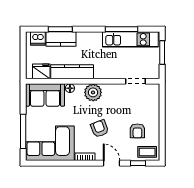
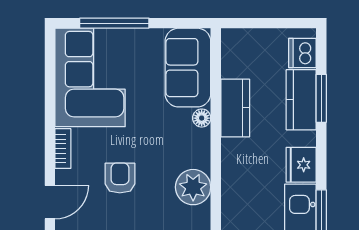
fridge: (41, 71) -> (301, 165), moved, turned 180
kitchen counter: (72, 72) -> (235, 108), width x0.67
plant: (93, 92) -> (193, 187), moved
armchair: (100, 129) -> (120, 178), turned -69

